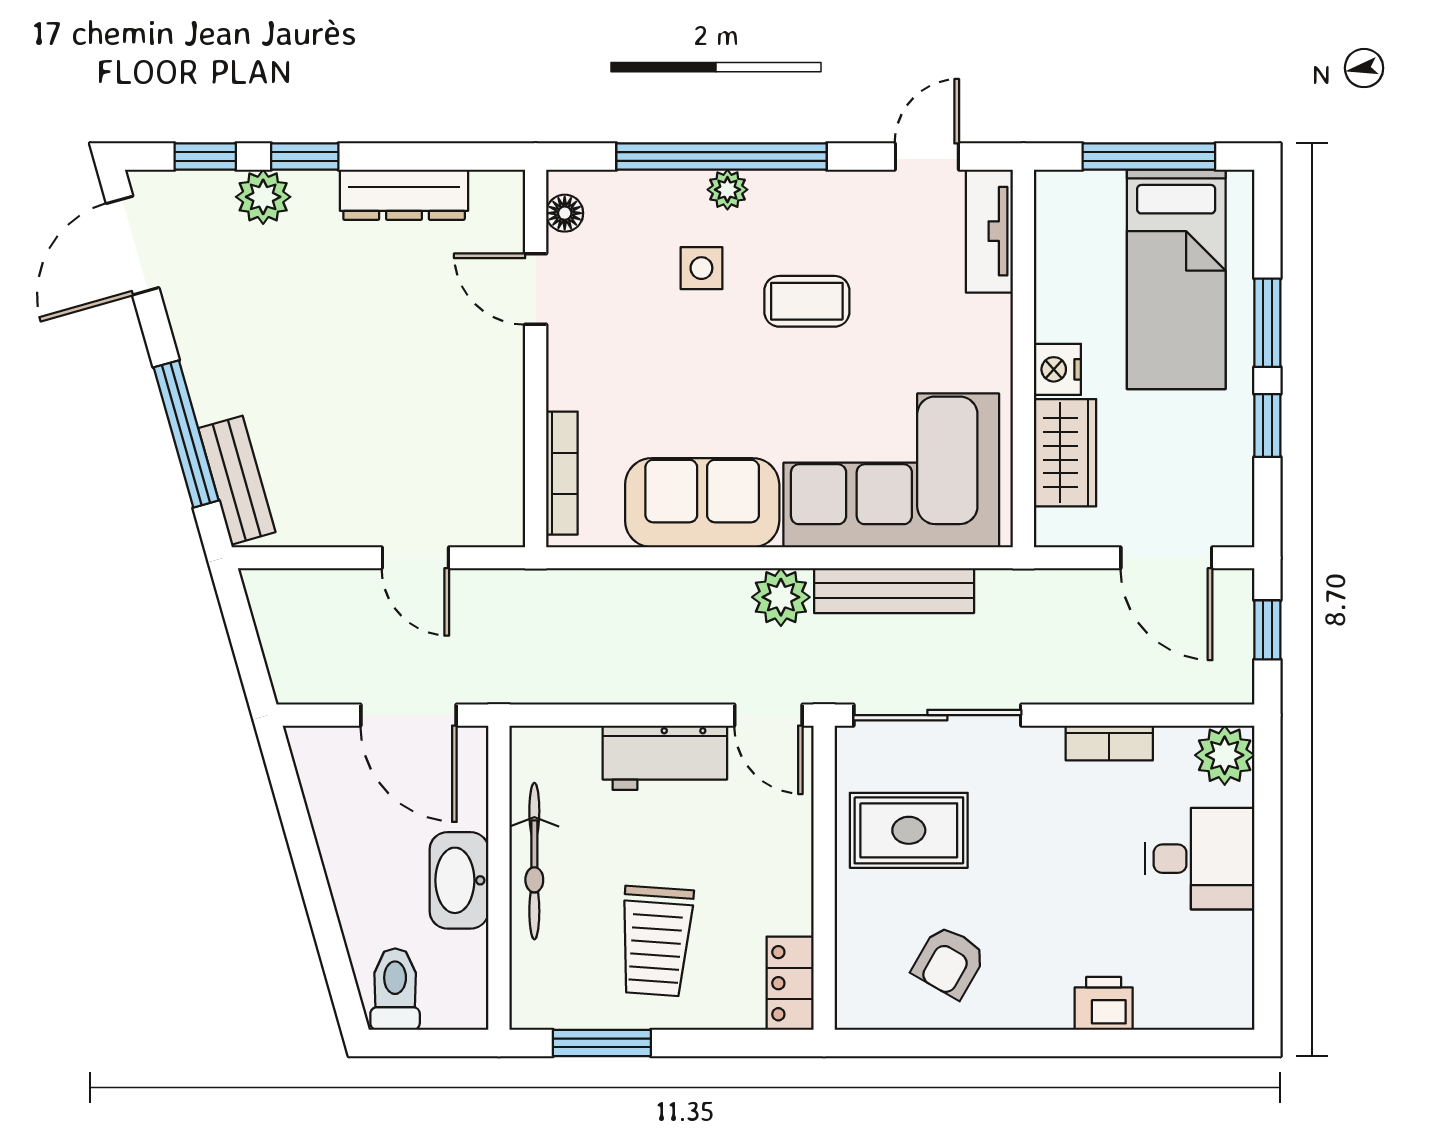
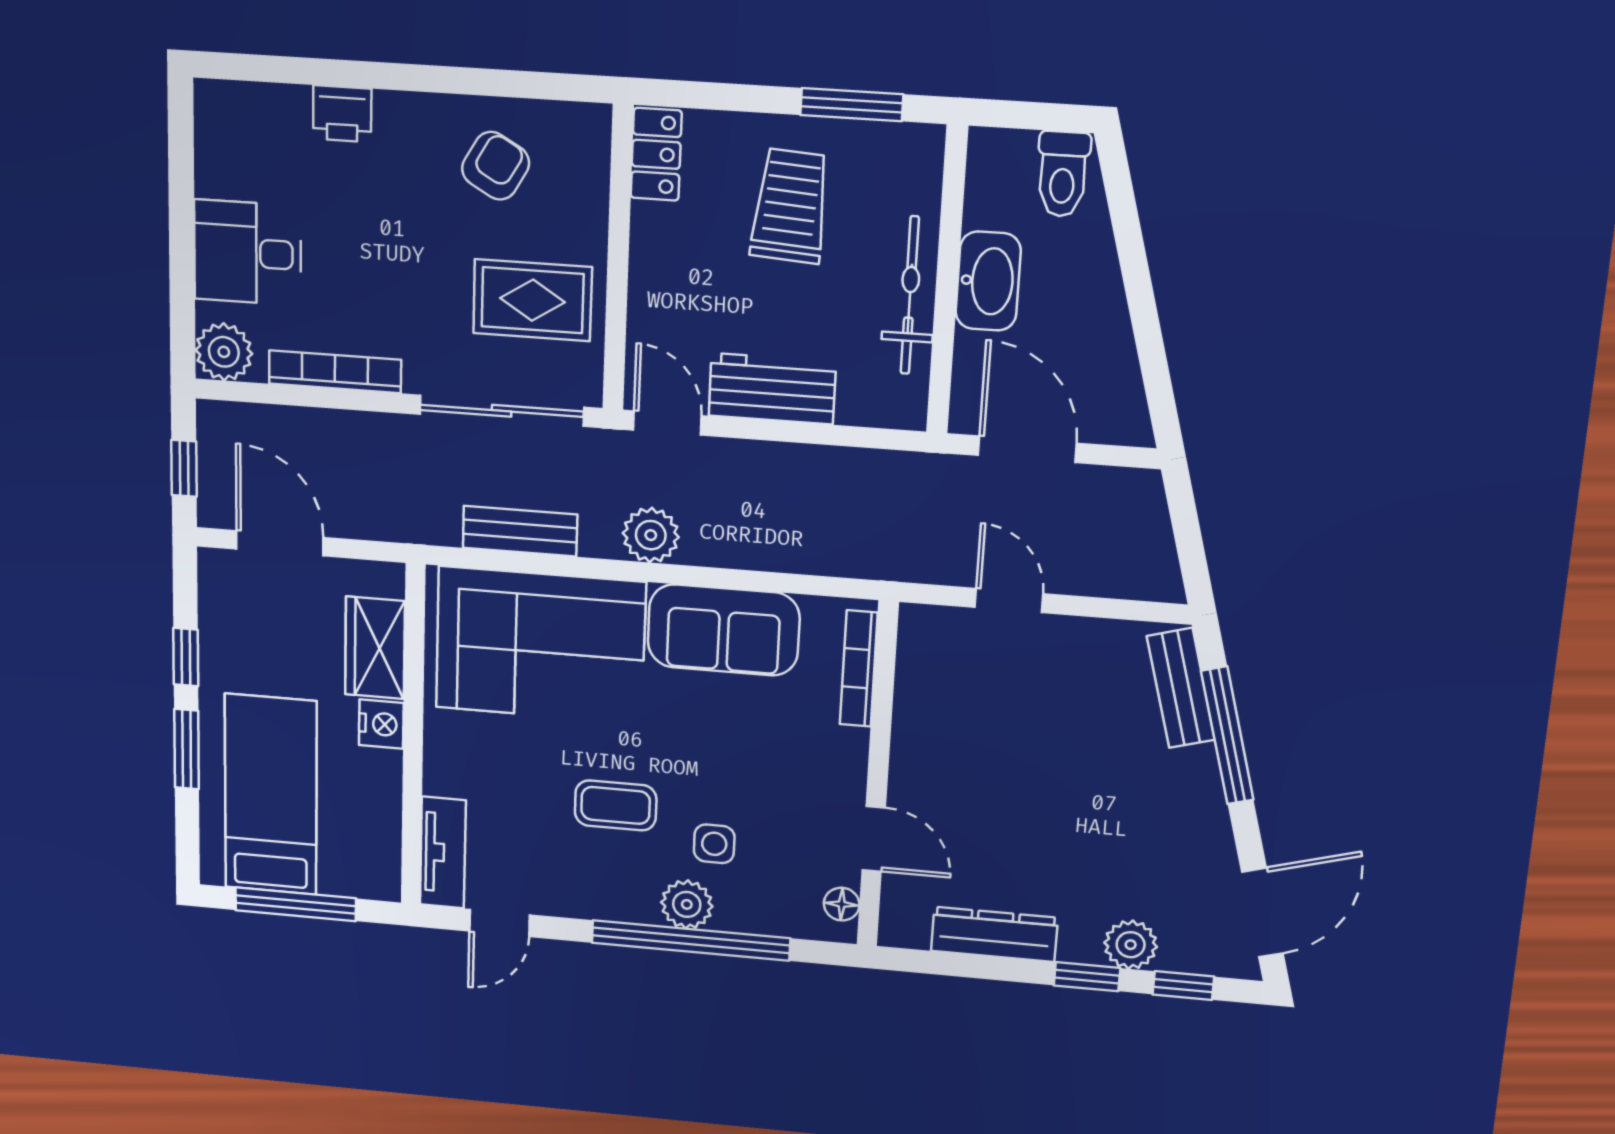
plant: (727, 190) -> (687, 904), width x1.38, depth x1.38
bench: (894, 591) -> (520, 531), width x0.73
bookcase: (1109, 743) -> (335, 372), width x1.56

